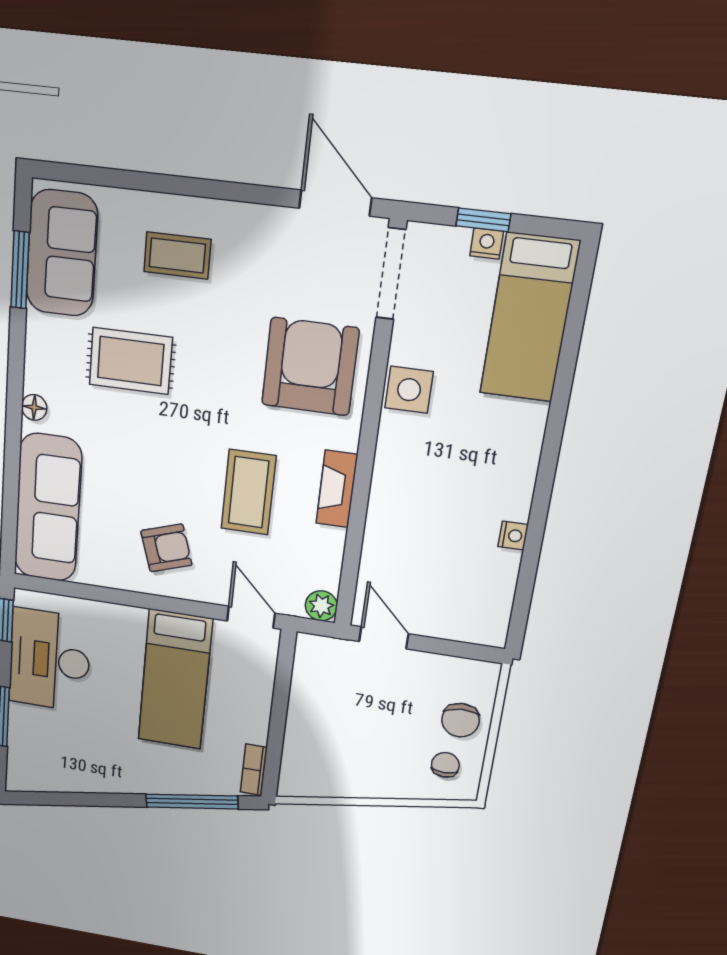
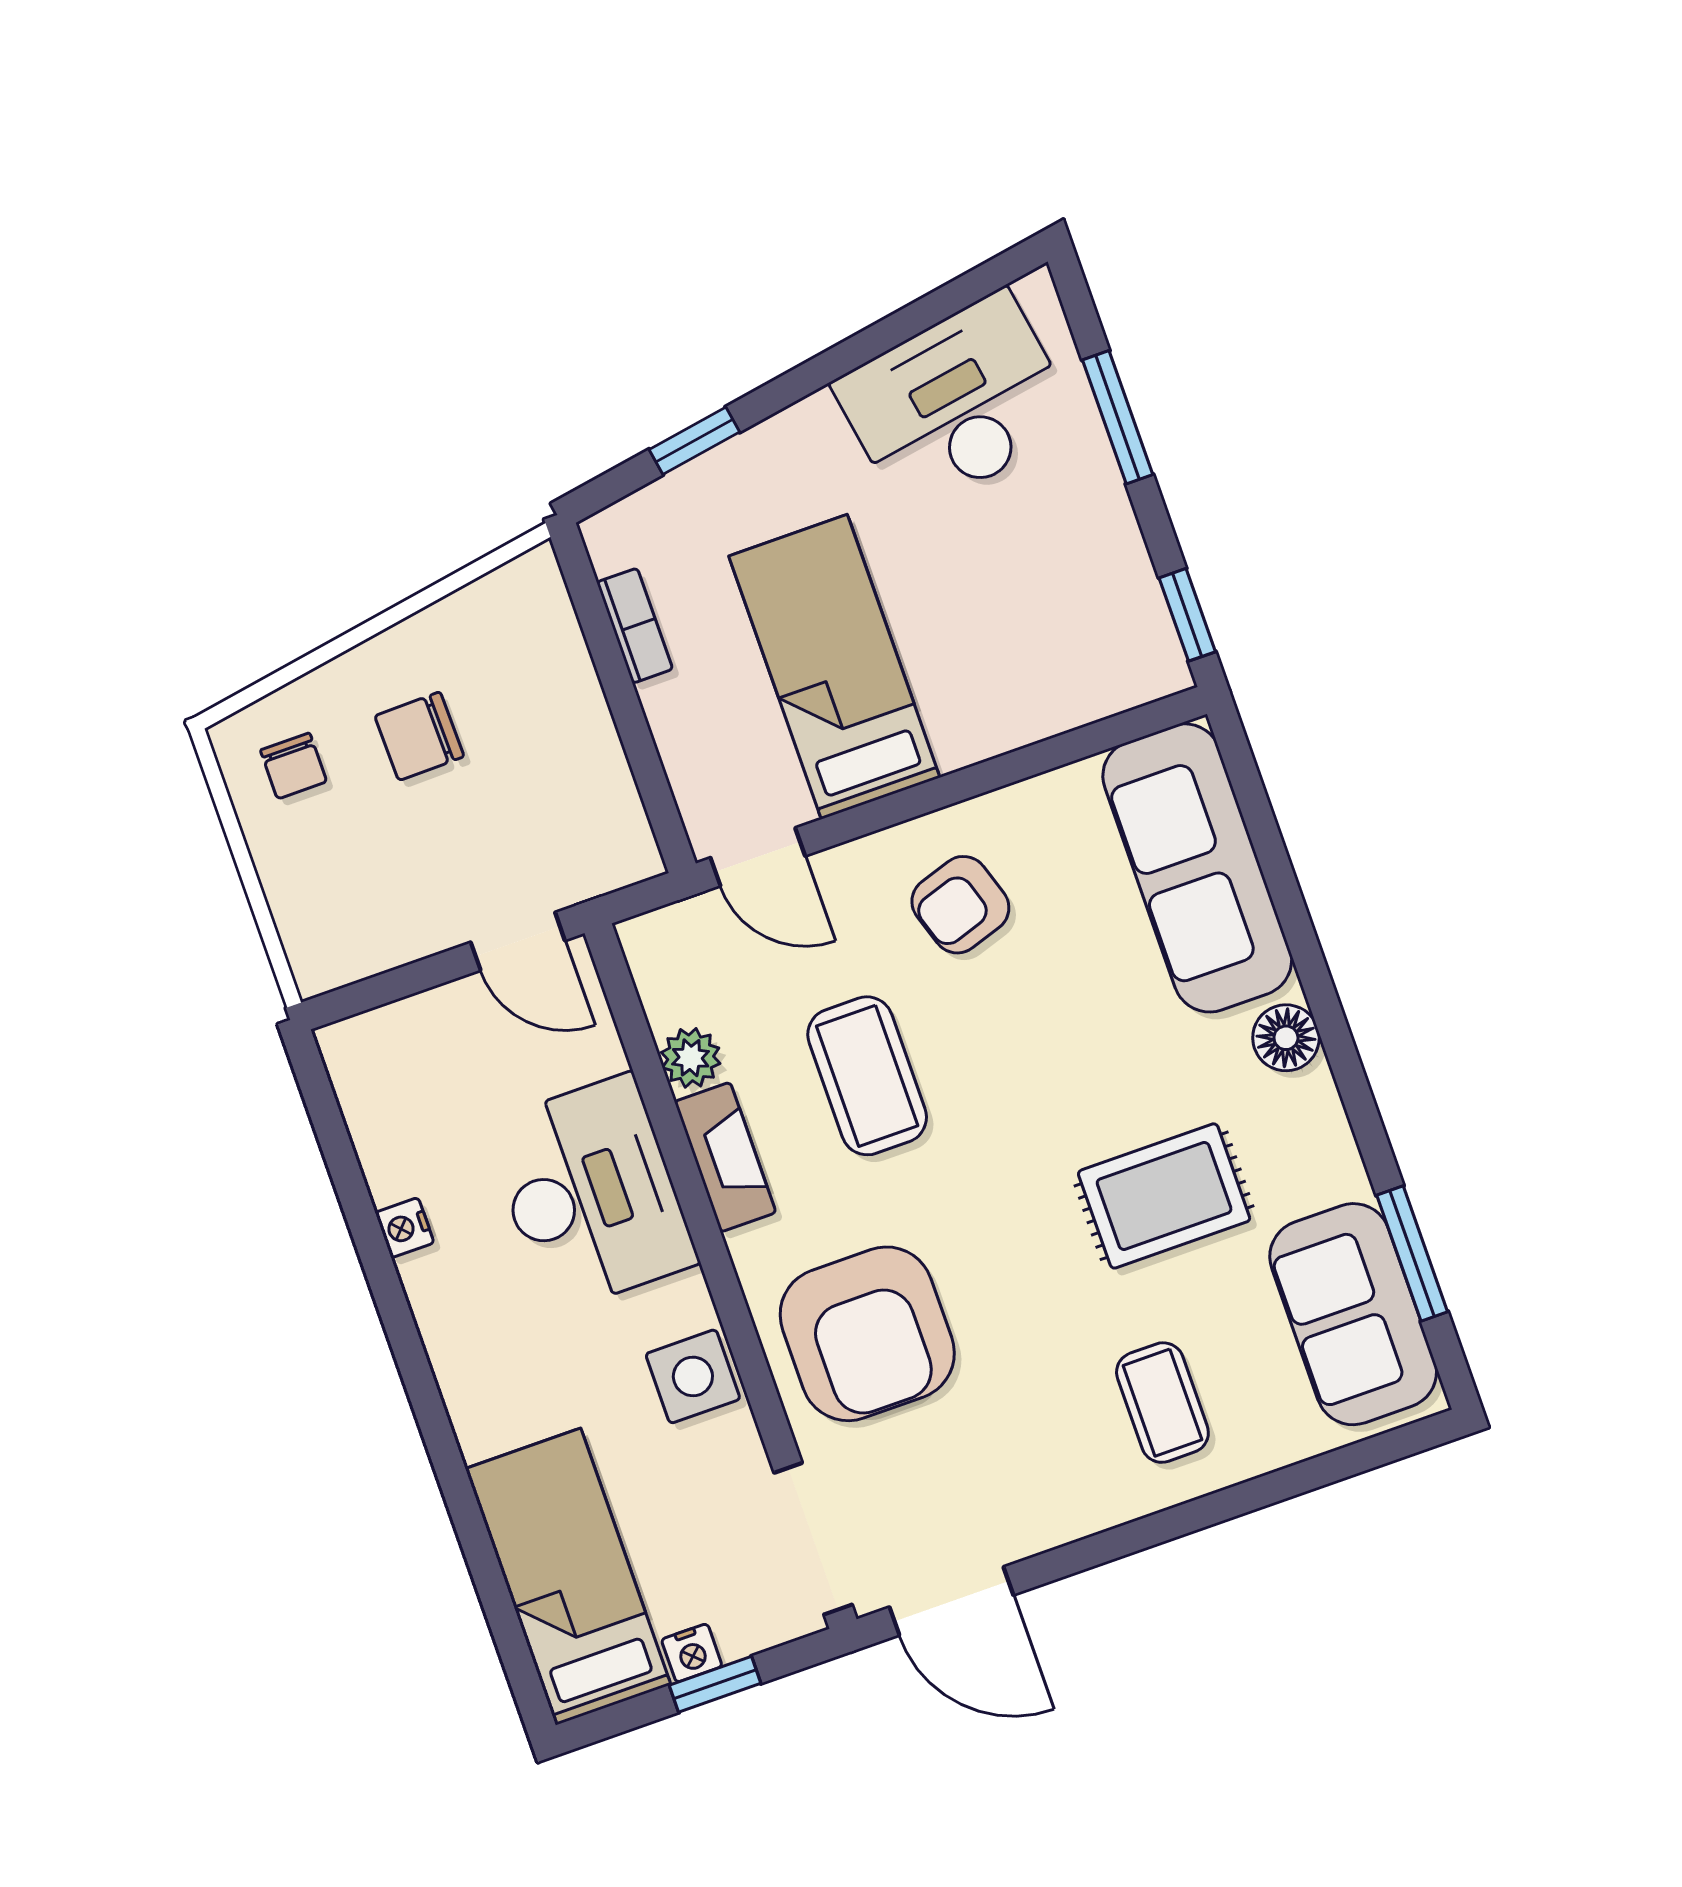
coffee table: (177, 256) -> (1162, 1403), turned 90
floor lamp: (34, 407) -> (1286, 1038), width x1.37, depth x1.37
desk: (412, 505) -> (591, 1194), added
plant: (321, 606) -> (691, 1058), moved
desk: (50, 660) -> (956, 404), moved, turned -100
chair: (460, 720) -> (419, 736), moved, turned -88
bookcase: (254, 770) -> (635, 626), moved
window: (192, 802) -> (694, 441), width x0.46

